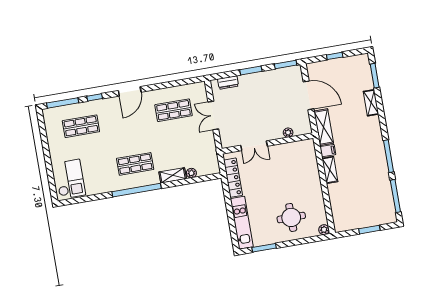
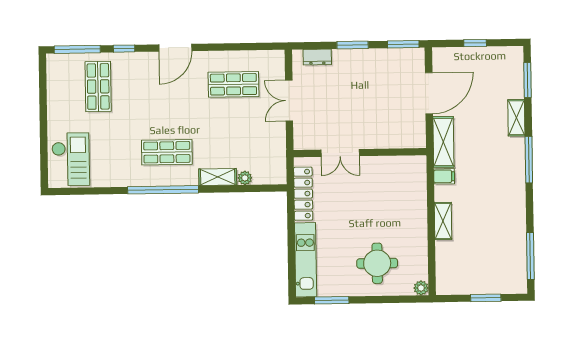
door: (309, 95) -> (429, 93), hinge flipped
shop shelf: (81, 126) -> (98, 86), turned 90
plant: (288, 133) -> (392, 142), removed
window: (389, 156) -> (529, 160), moved
shelving: (330, 170) -> (443, 221), moved

